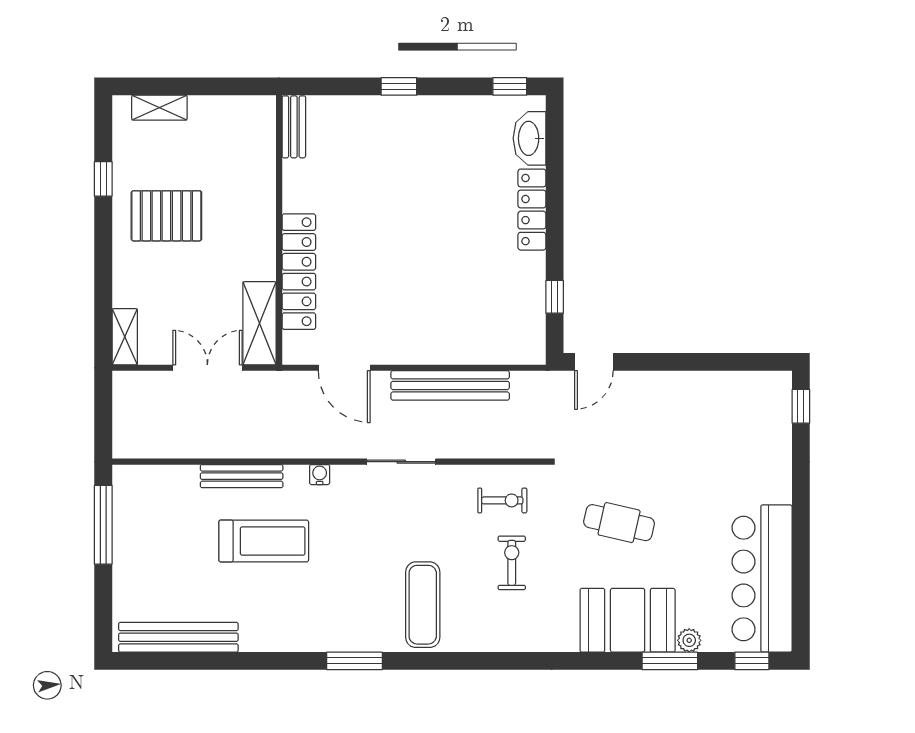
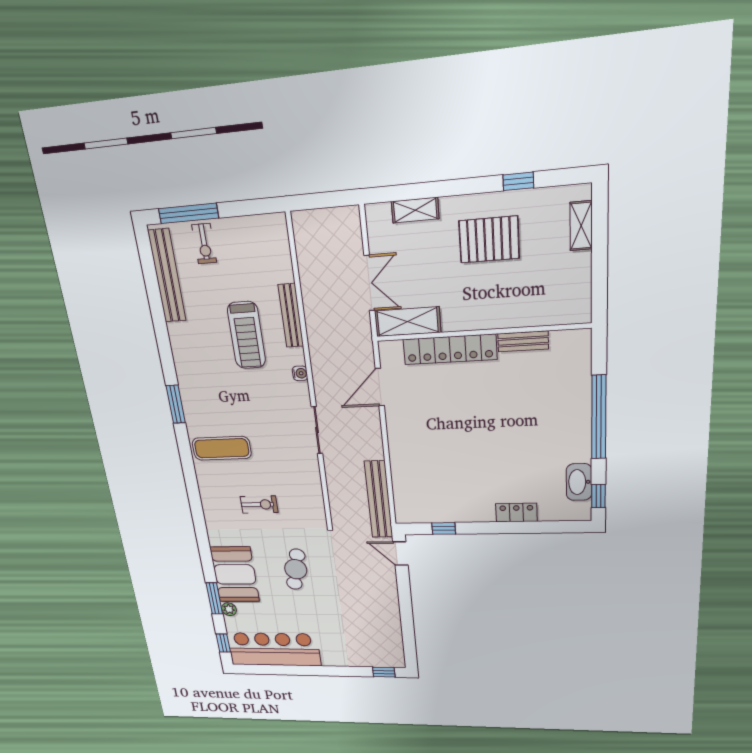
window: (399, 86) -> (599, 417), width x3.17
bench: (294, 127) -> (523, 341), moved
washbasin: (530, 138) -> (579, 482), moved, turned -90
locker: (532, 210) -> (516, 513), width x0.66
pallet: (166, 216) -> (489, 240), turned 90
shelving: (125, 337) -> (415, 210), moved
bench: (450, 385) -> (379, 499), moved
exercise bike: (502, 500) -> (204, 244), moved
window: (103, 525) -> (188, 213), moved

